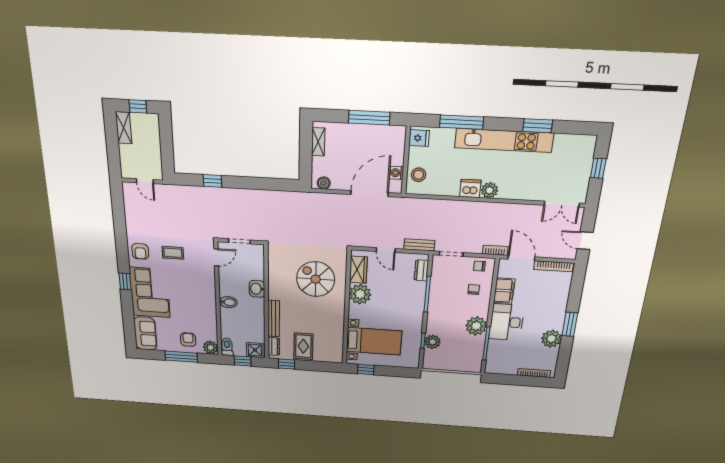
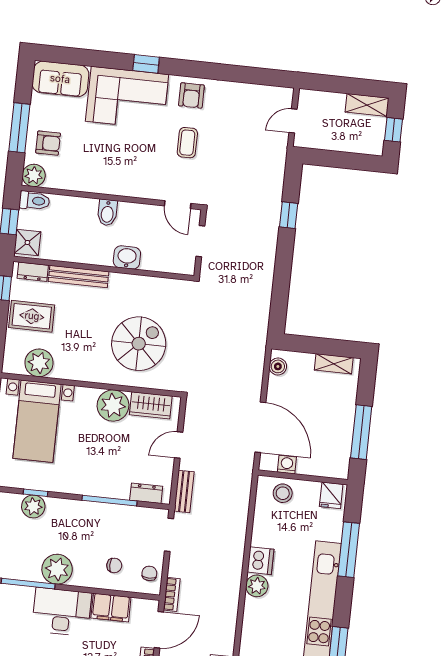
armchair: (140, 251) -> (191, 95), turned -90
plant: (334, 341) -> (39, 363), added

